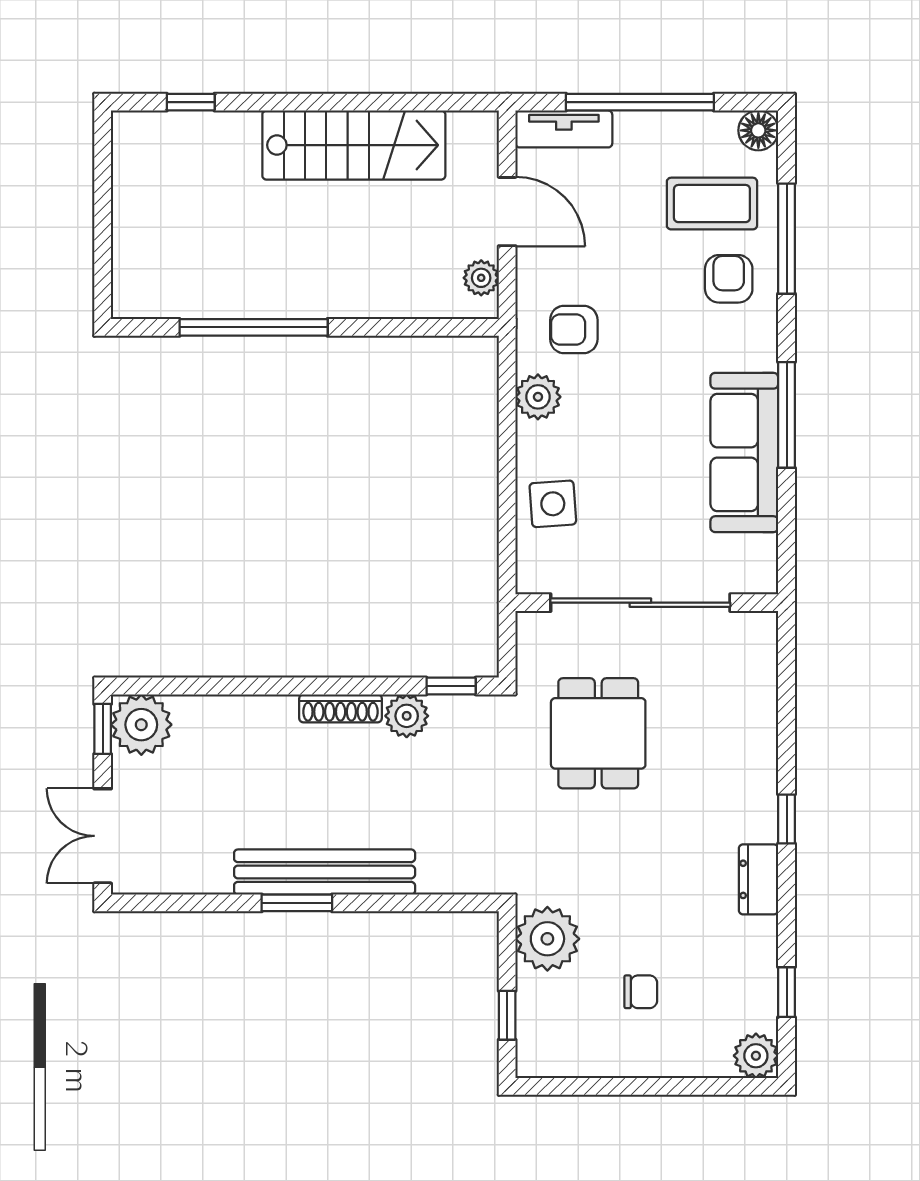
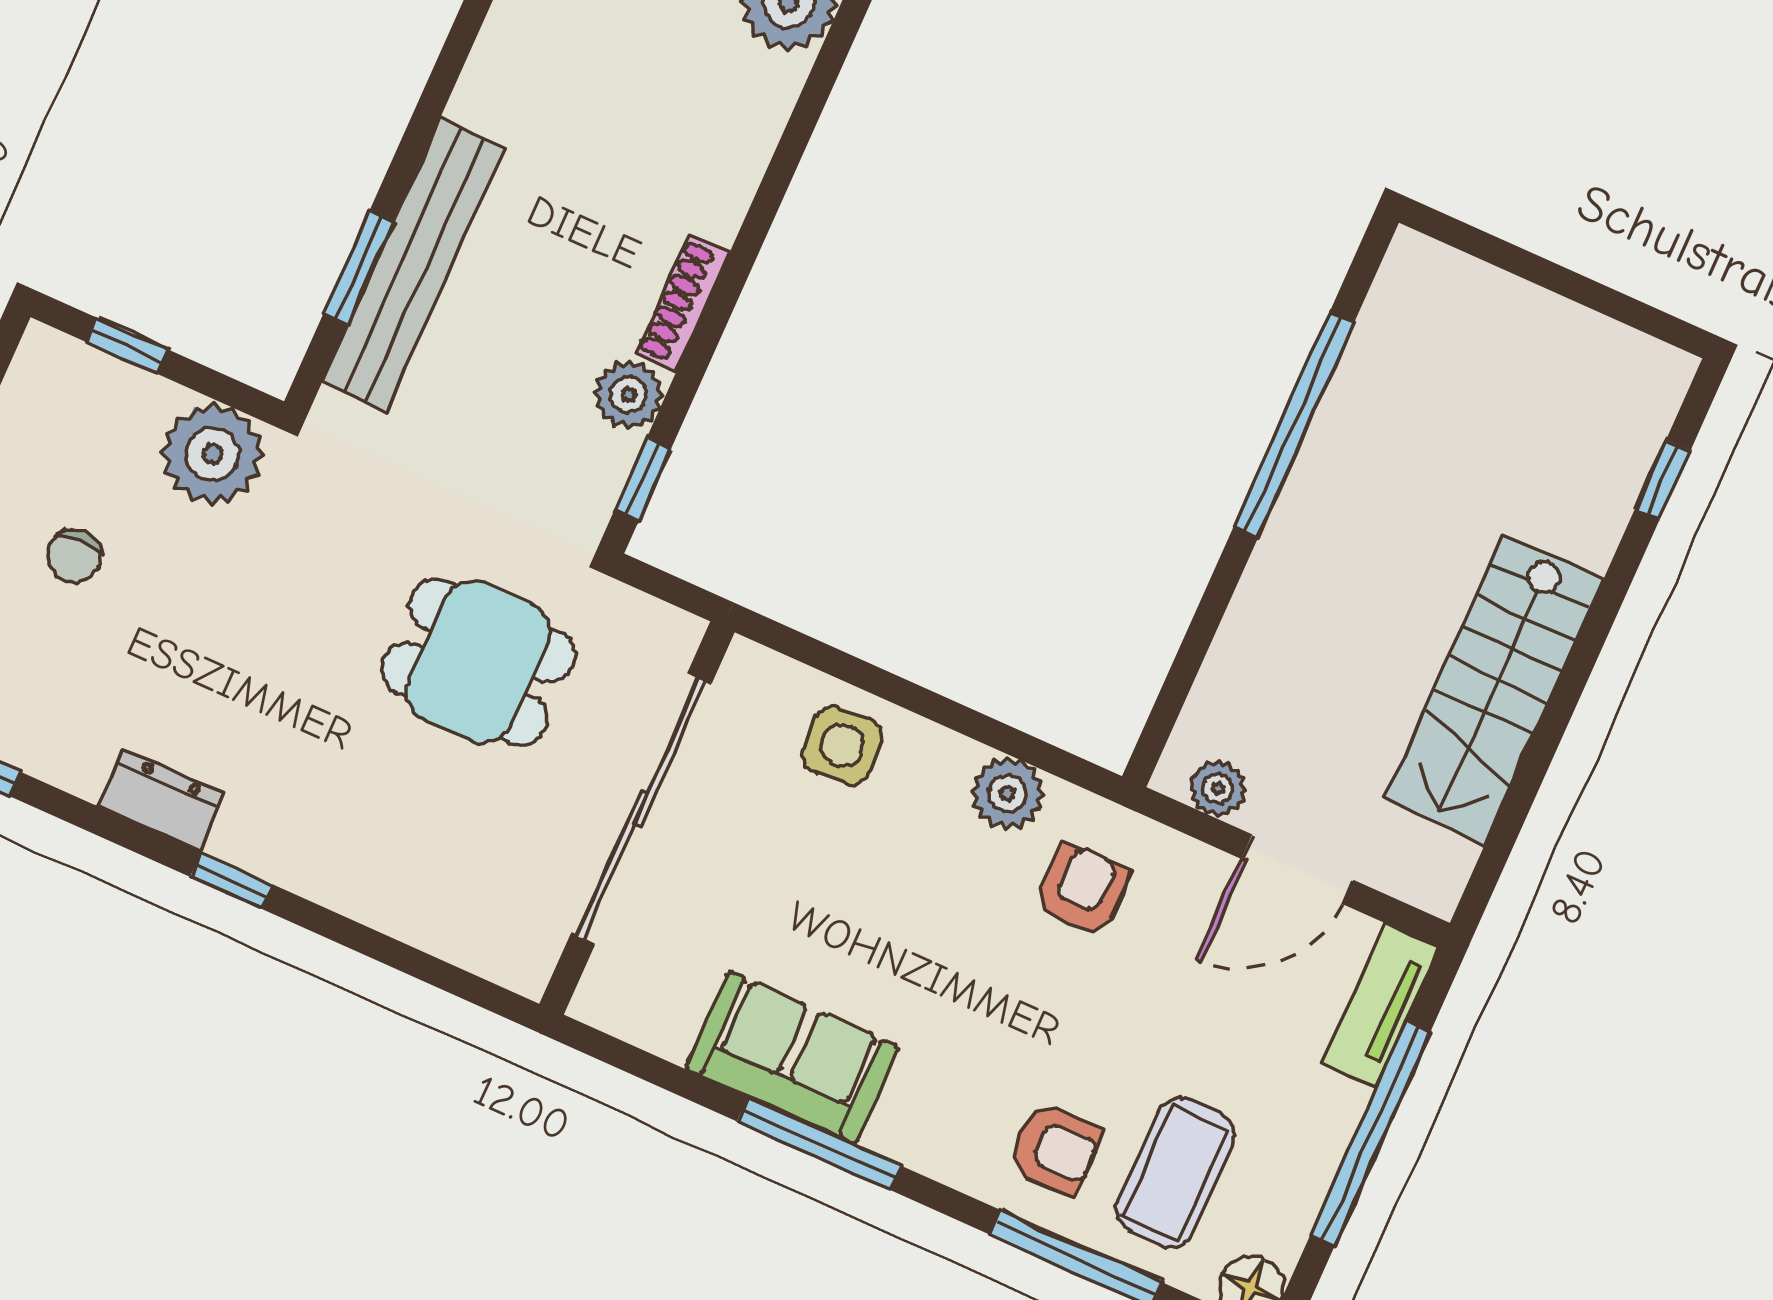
sofa: (744, 452) -> (792, 1058), width x0.73
bench: (325, 872) -> (414, 265), moved
window: (297, 903) -> (358, 268), moved

